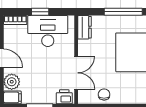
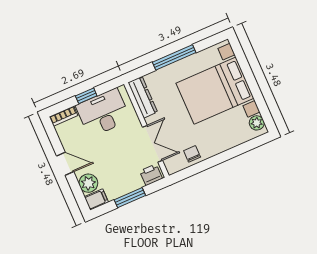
dresser: (85, 27) -> (143, 97), width x1.44

